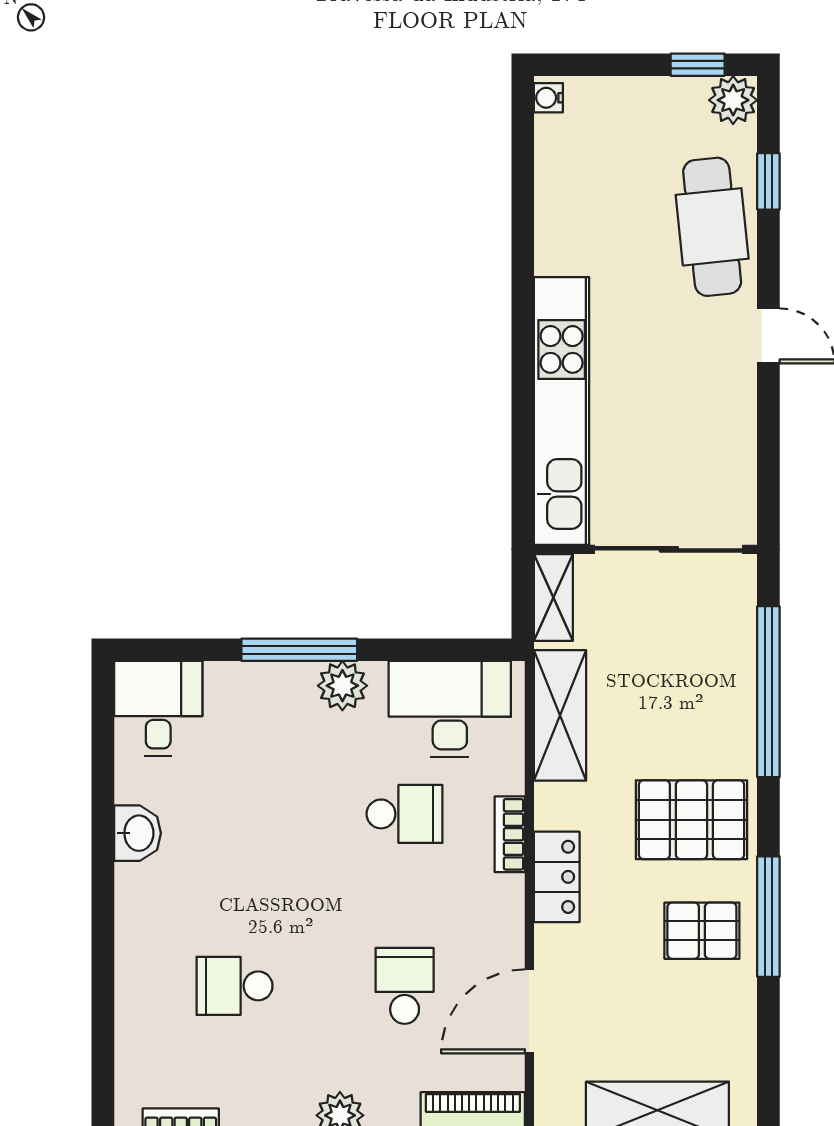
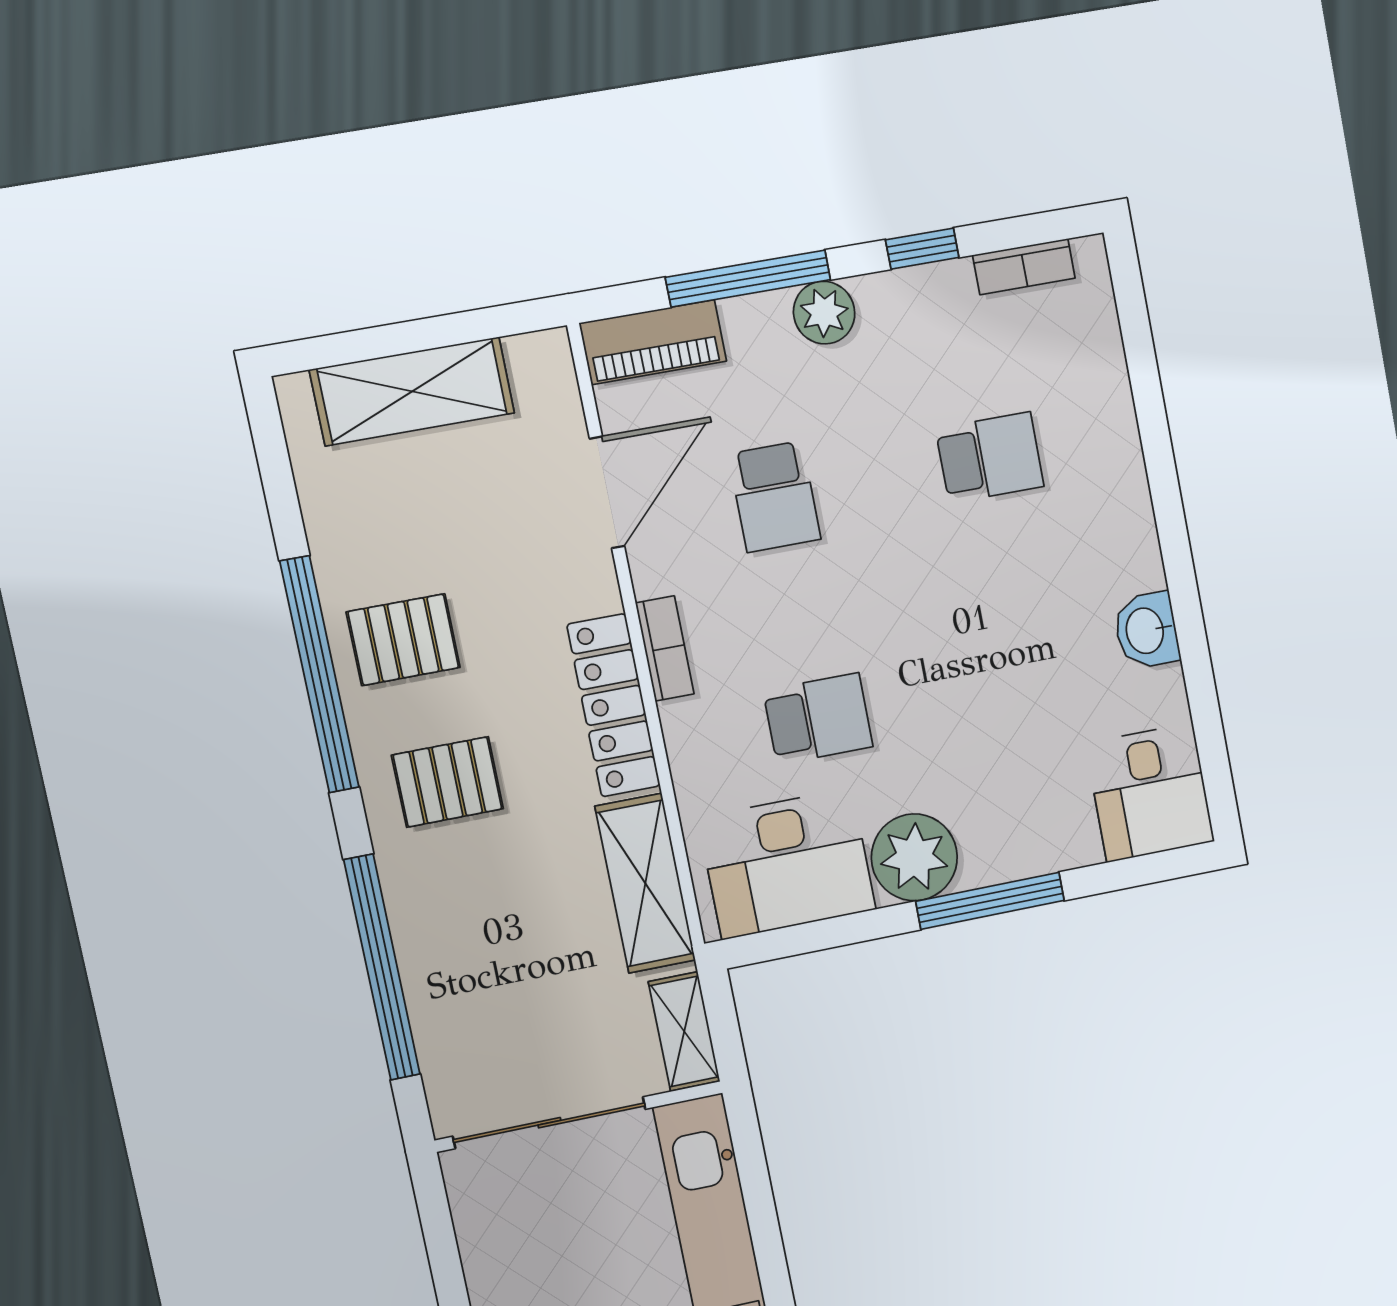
plant: (342, 686) -> (914, 857), width x1.36, depth x1.36
school desk: (405, 814) -> (818, 719), turned 180
pallet: (691, 820) -> (448, 782), width x0.67, depth x0.71
bookcase: (510, 834) -> (665, 649), moved
locker: (557, 877) -> (614, 705), width x1.53
window: (768, 917) -> (319, 675), width x1.46

